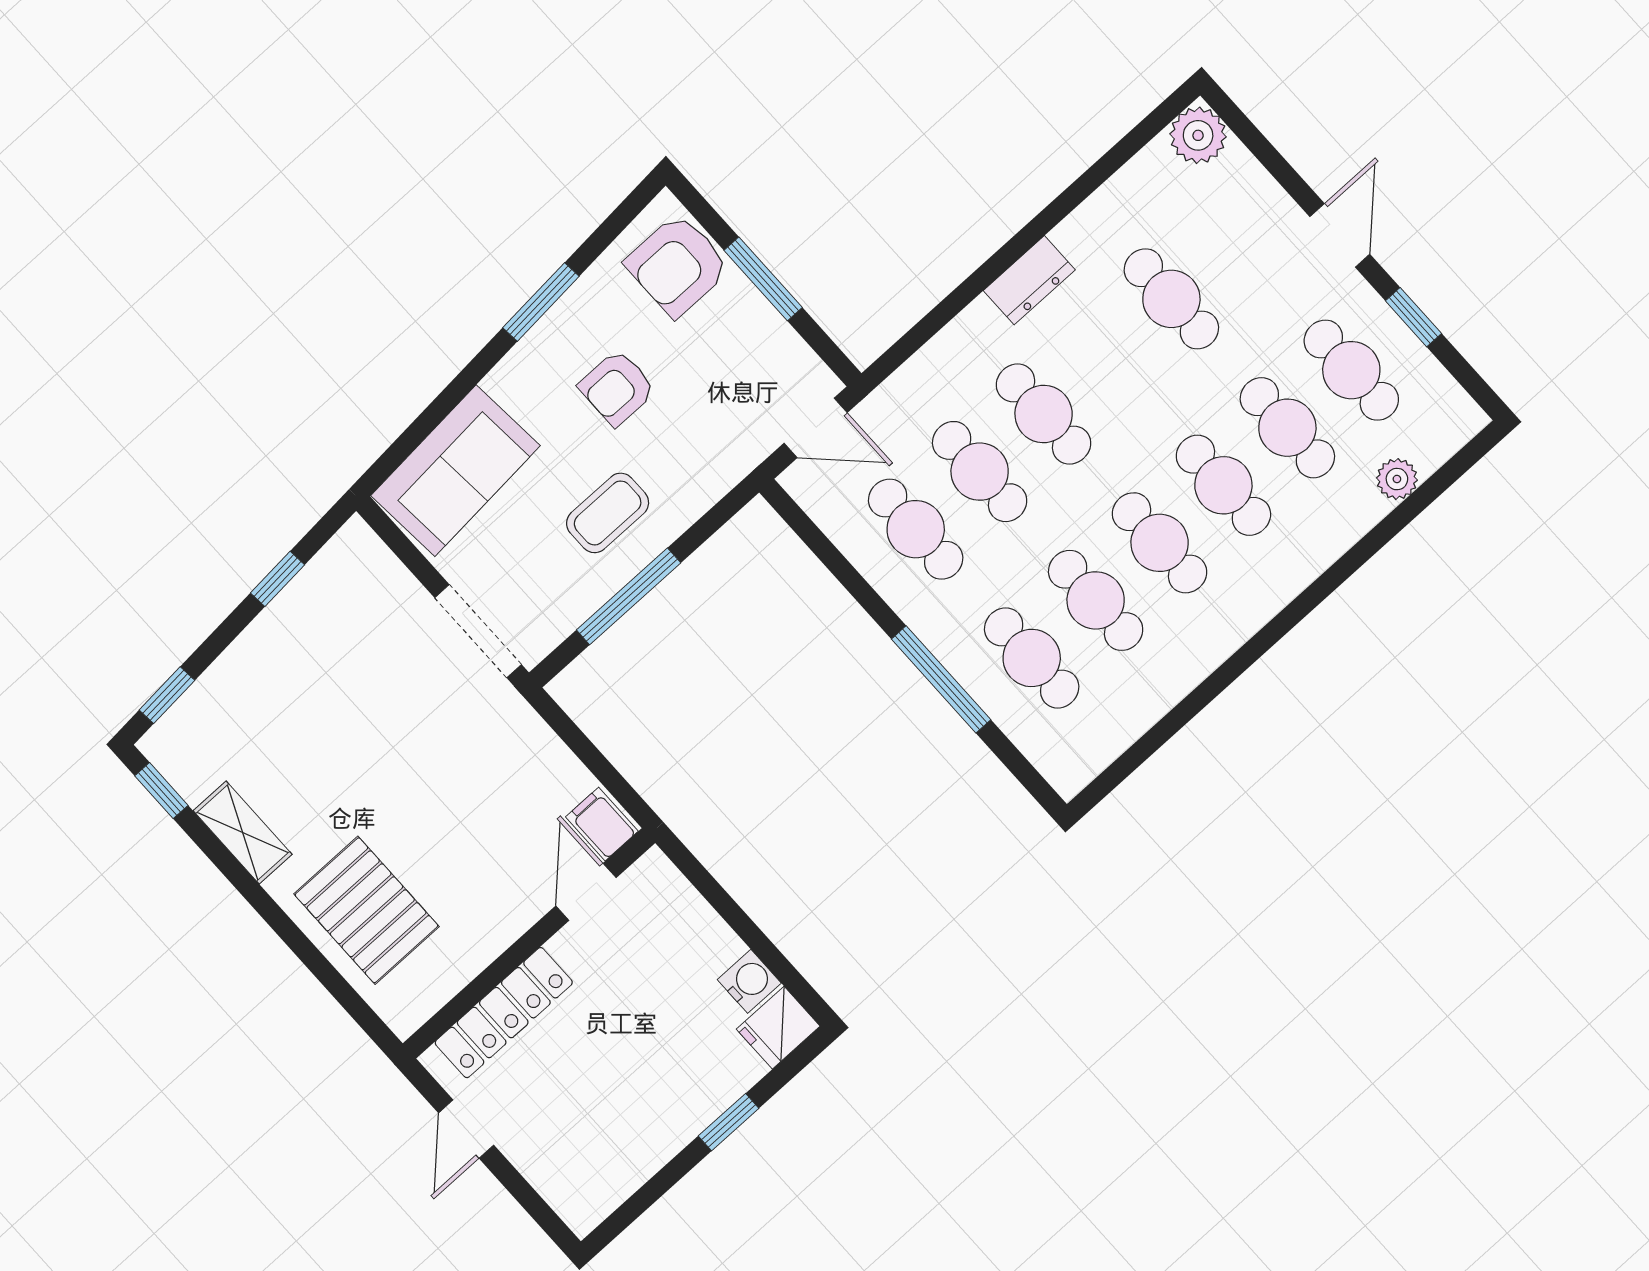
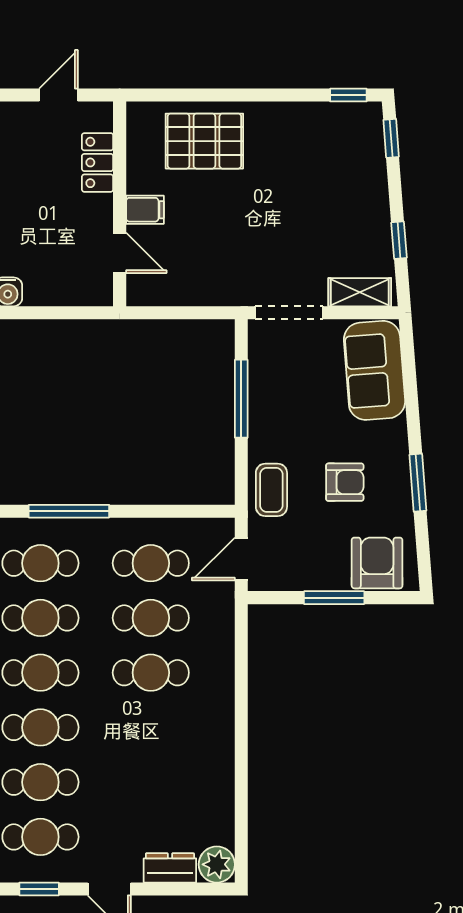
dresser: (1029, 280) -> (170, 868), moved, turned 90
cafe table: (1171, 299) -> (151, 782), removed
armchair: (617, 388) -> (345, 482), turned 90
coffee table: (608, 513) -> (271, 490), moved
filing cabinet: (602, 824) -> (145, 210), moved
shelving: (243, 833) -> (360, 292), moved
locker: (504, 1013) -> (98, 162), width x0.66
door: (466, 1129) -> (59, 95), hinge flipped

